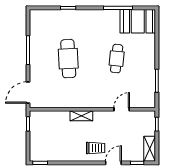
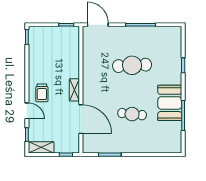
booth: (138, 21) -> (170, 103), moved
door: (122, 109) -> (81, 119), width x1.87
shelving: (81, 116) -> (74, 90), moved

